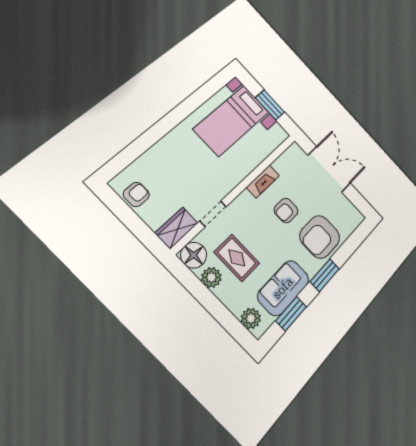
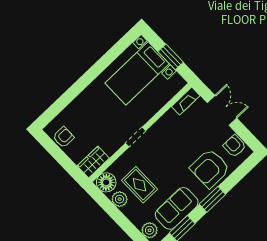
double door: (329, 169) -> (222, 110), width x0.73
fireplace: (263, 181) -> (186, 101), moved
armchair: (286, 211) -> (235, 146), moved, turned 90
doorway: (213, 214) -> (136, 137), moved

